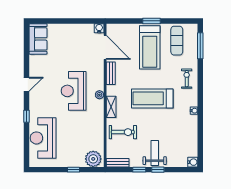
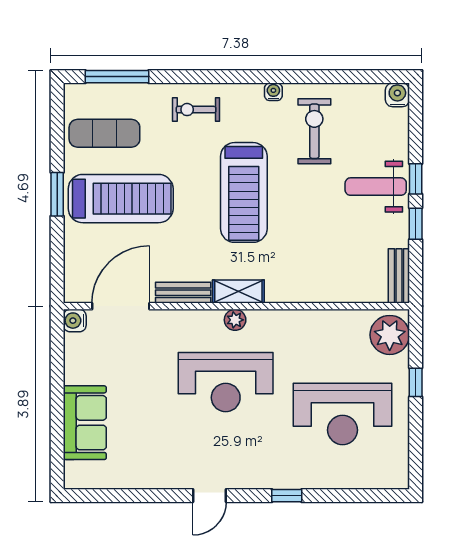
sofa: (38, 39) -> (85, 423), moved, turned 90
door: (27, 84) -> (210, 496), swing flipped
shelving: (111, 107) -> (238, 292), moved
exercise bike: (123, 132) -> (314, 131), moved
reception desk: (43, 138) -> (343, 414), moved

